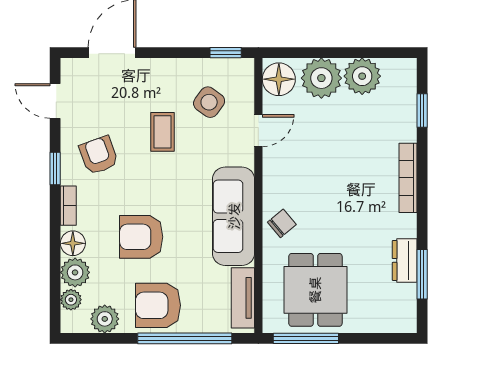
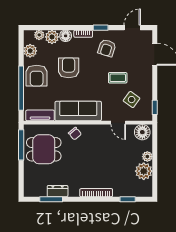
plant: (321, 78) -> (147, 157), width x0.53, depth x0.53
armchair: (99, 155) -> (107, 48), turned 128
armchair: (158, 305) -> (37, 76), turned 180

